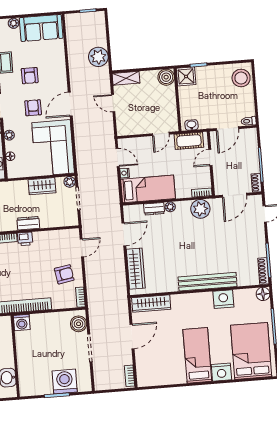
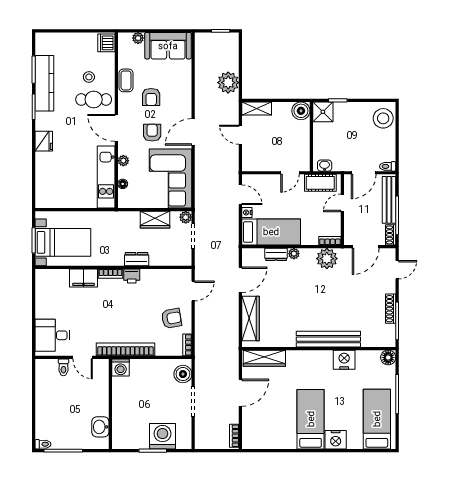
bench: (252, 151) -> (389, 200), added
shoe rack: (263, 271) -> (391, 309), moved
bed: (251, 351) -> (377, 419), width x0.67

